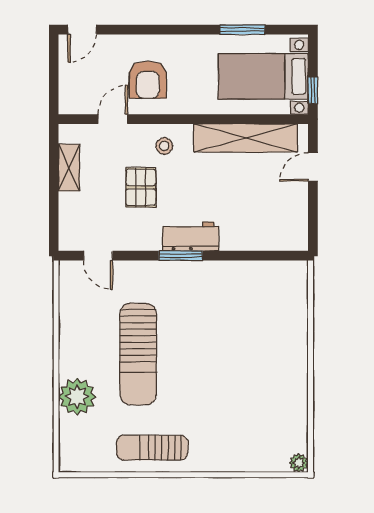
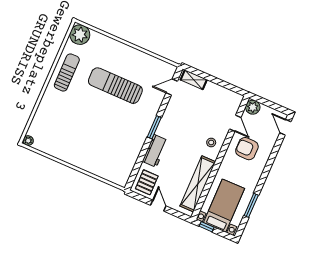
plant: (72, 101) -> (253, 107), added
door: (313, 167) -> (158, 206), moved
shelving: (69, 168) -> (194, 80), moved
pallet: (141, 187) -> (147, 182), moved, turned 90
workbench: (191, 236) -> (155, 151), moved
plant: (77, 397) -> (80, 35), moved

